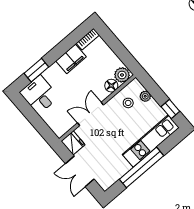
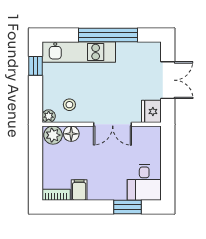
filing cabinet: (71, 59) -> (79, 190), width x0.50
plant: (145, 96) -> (49, 116), moved

